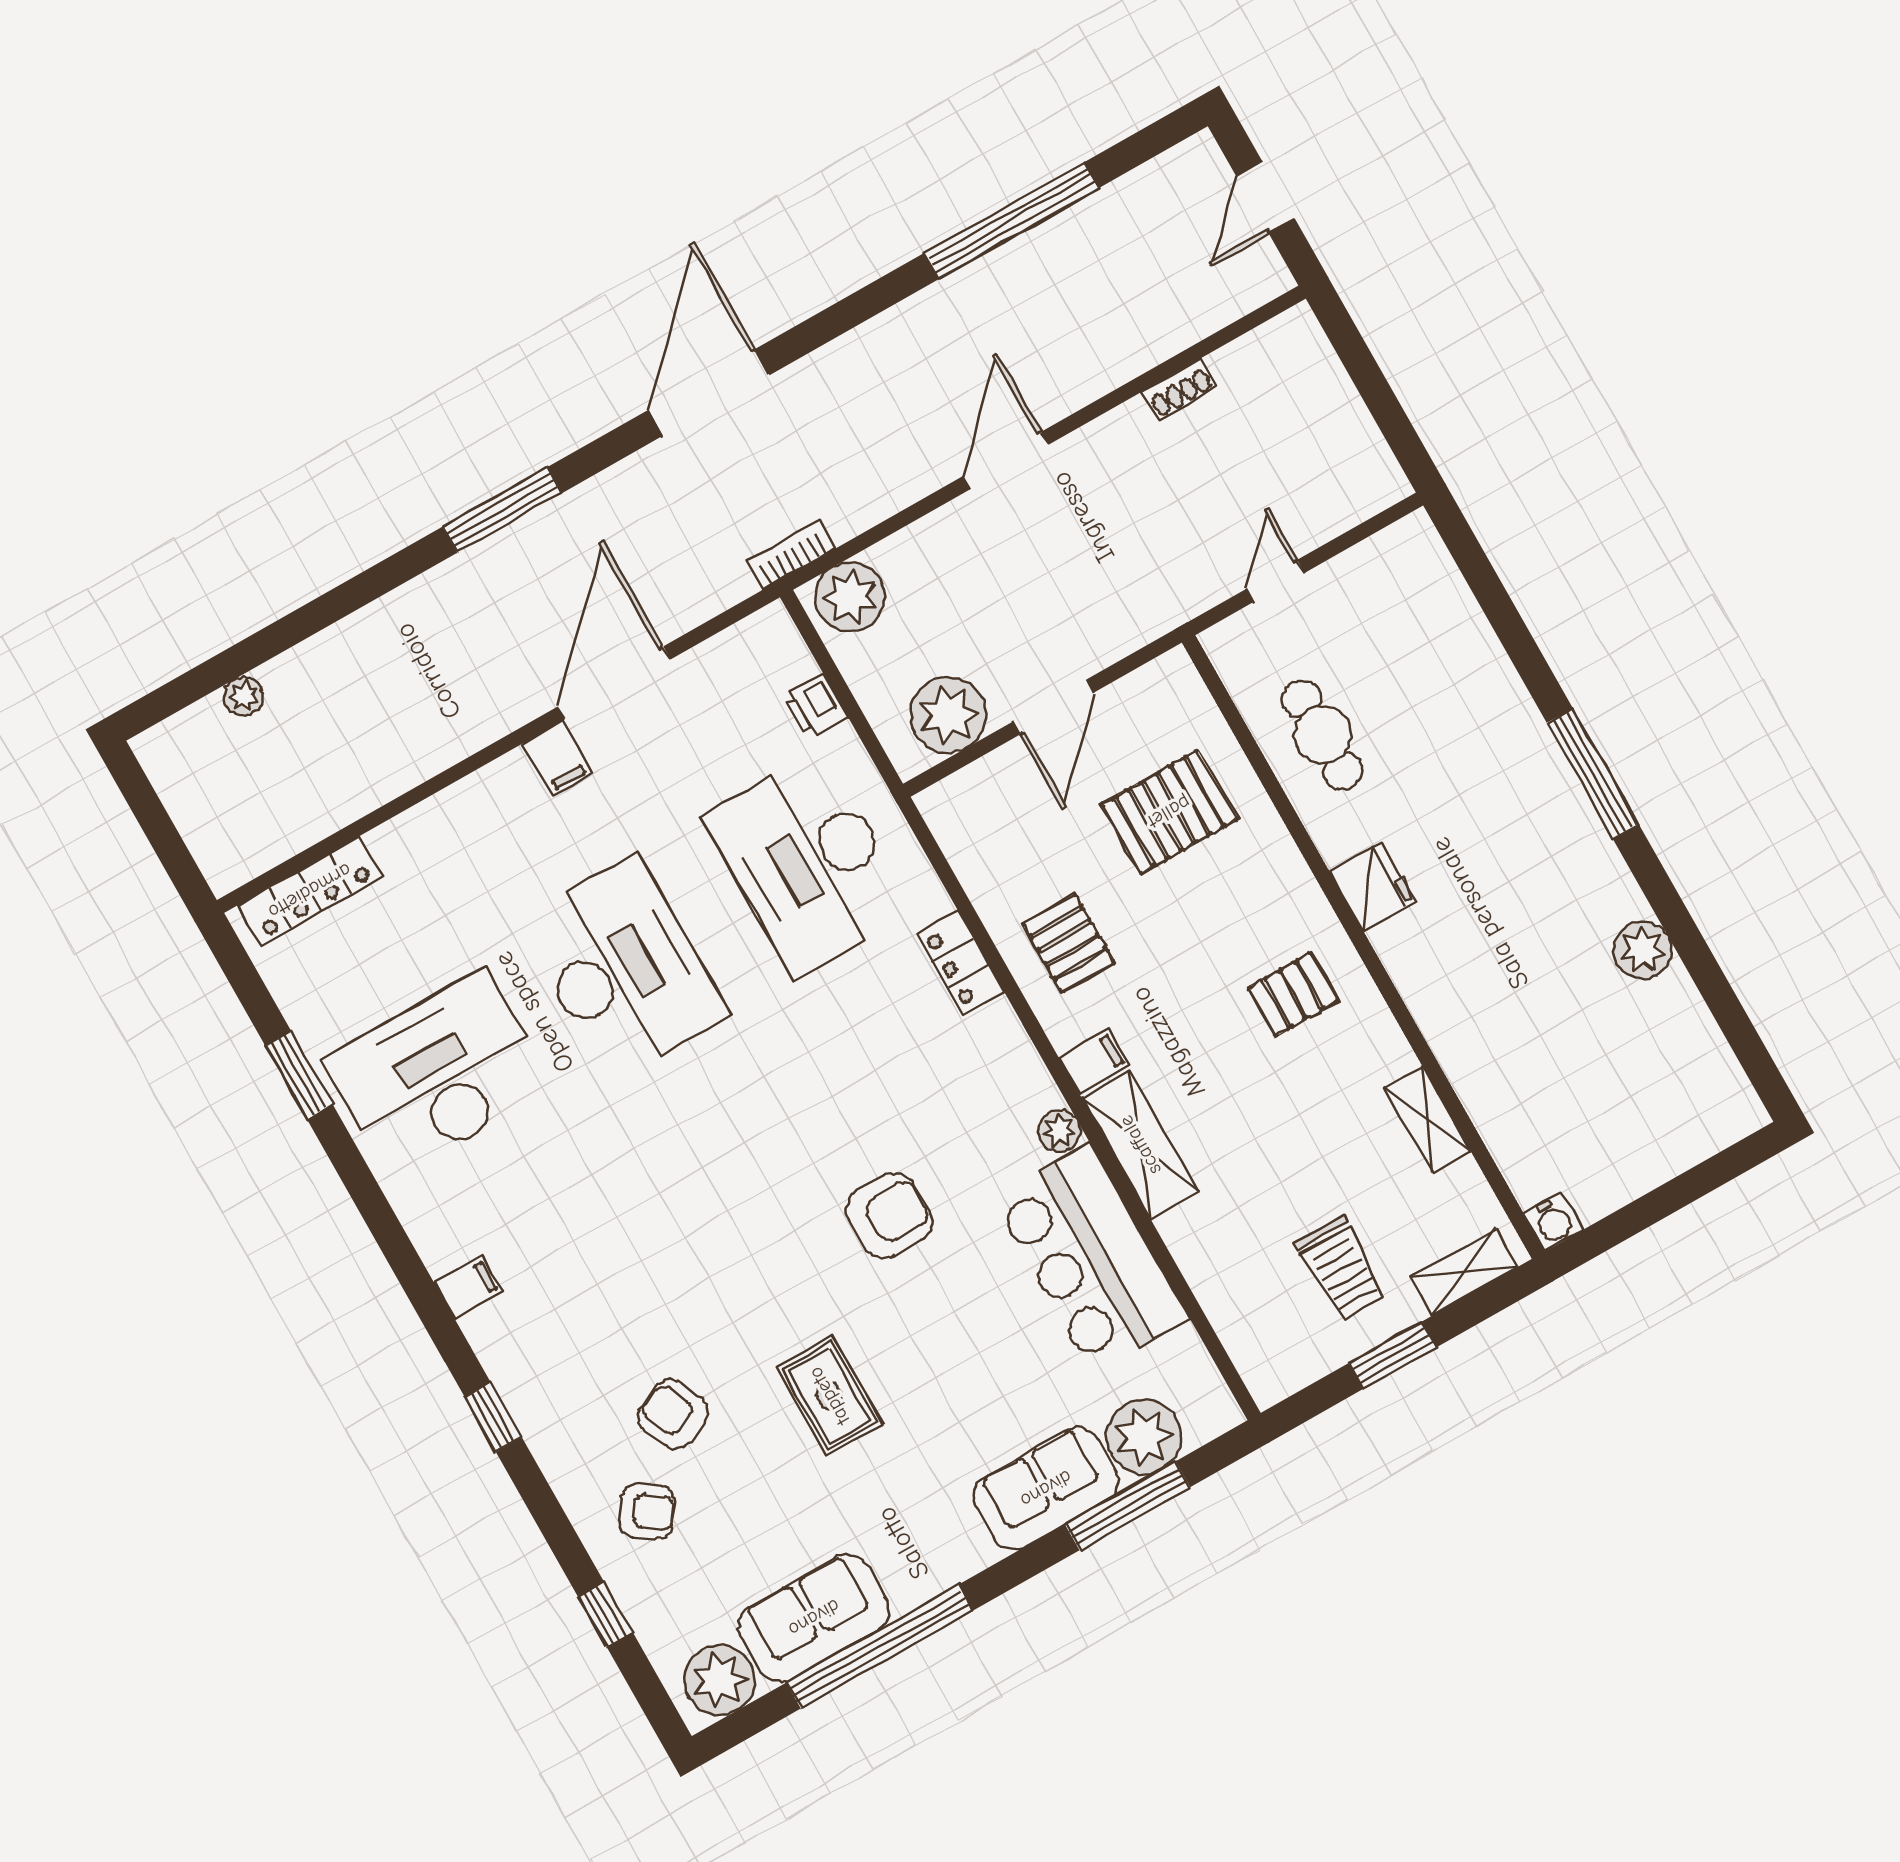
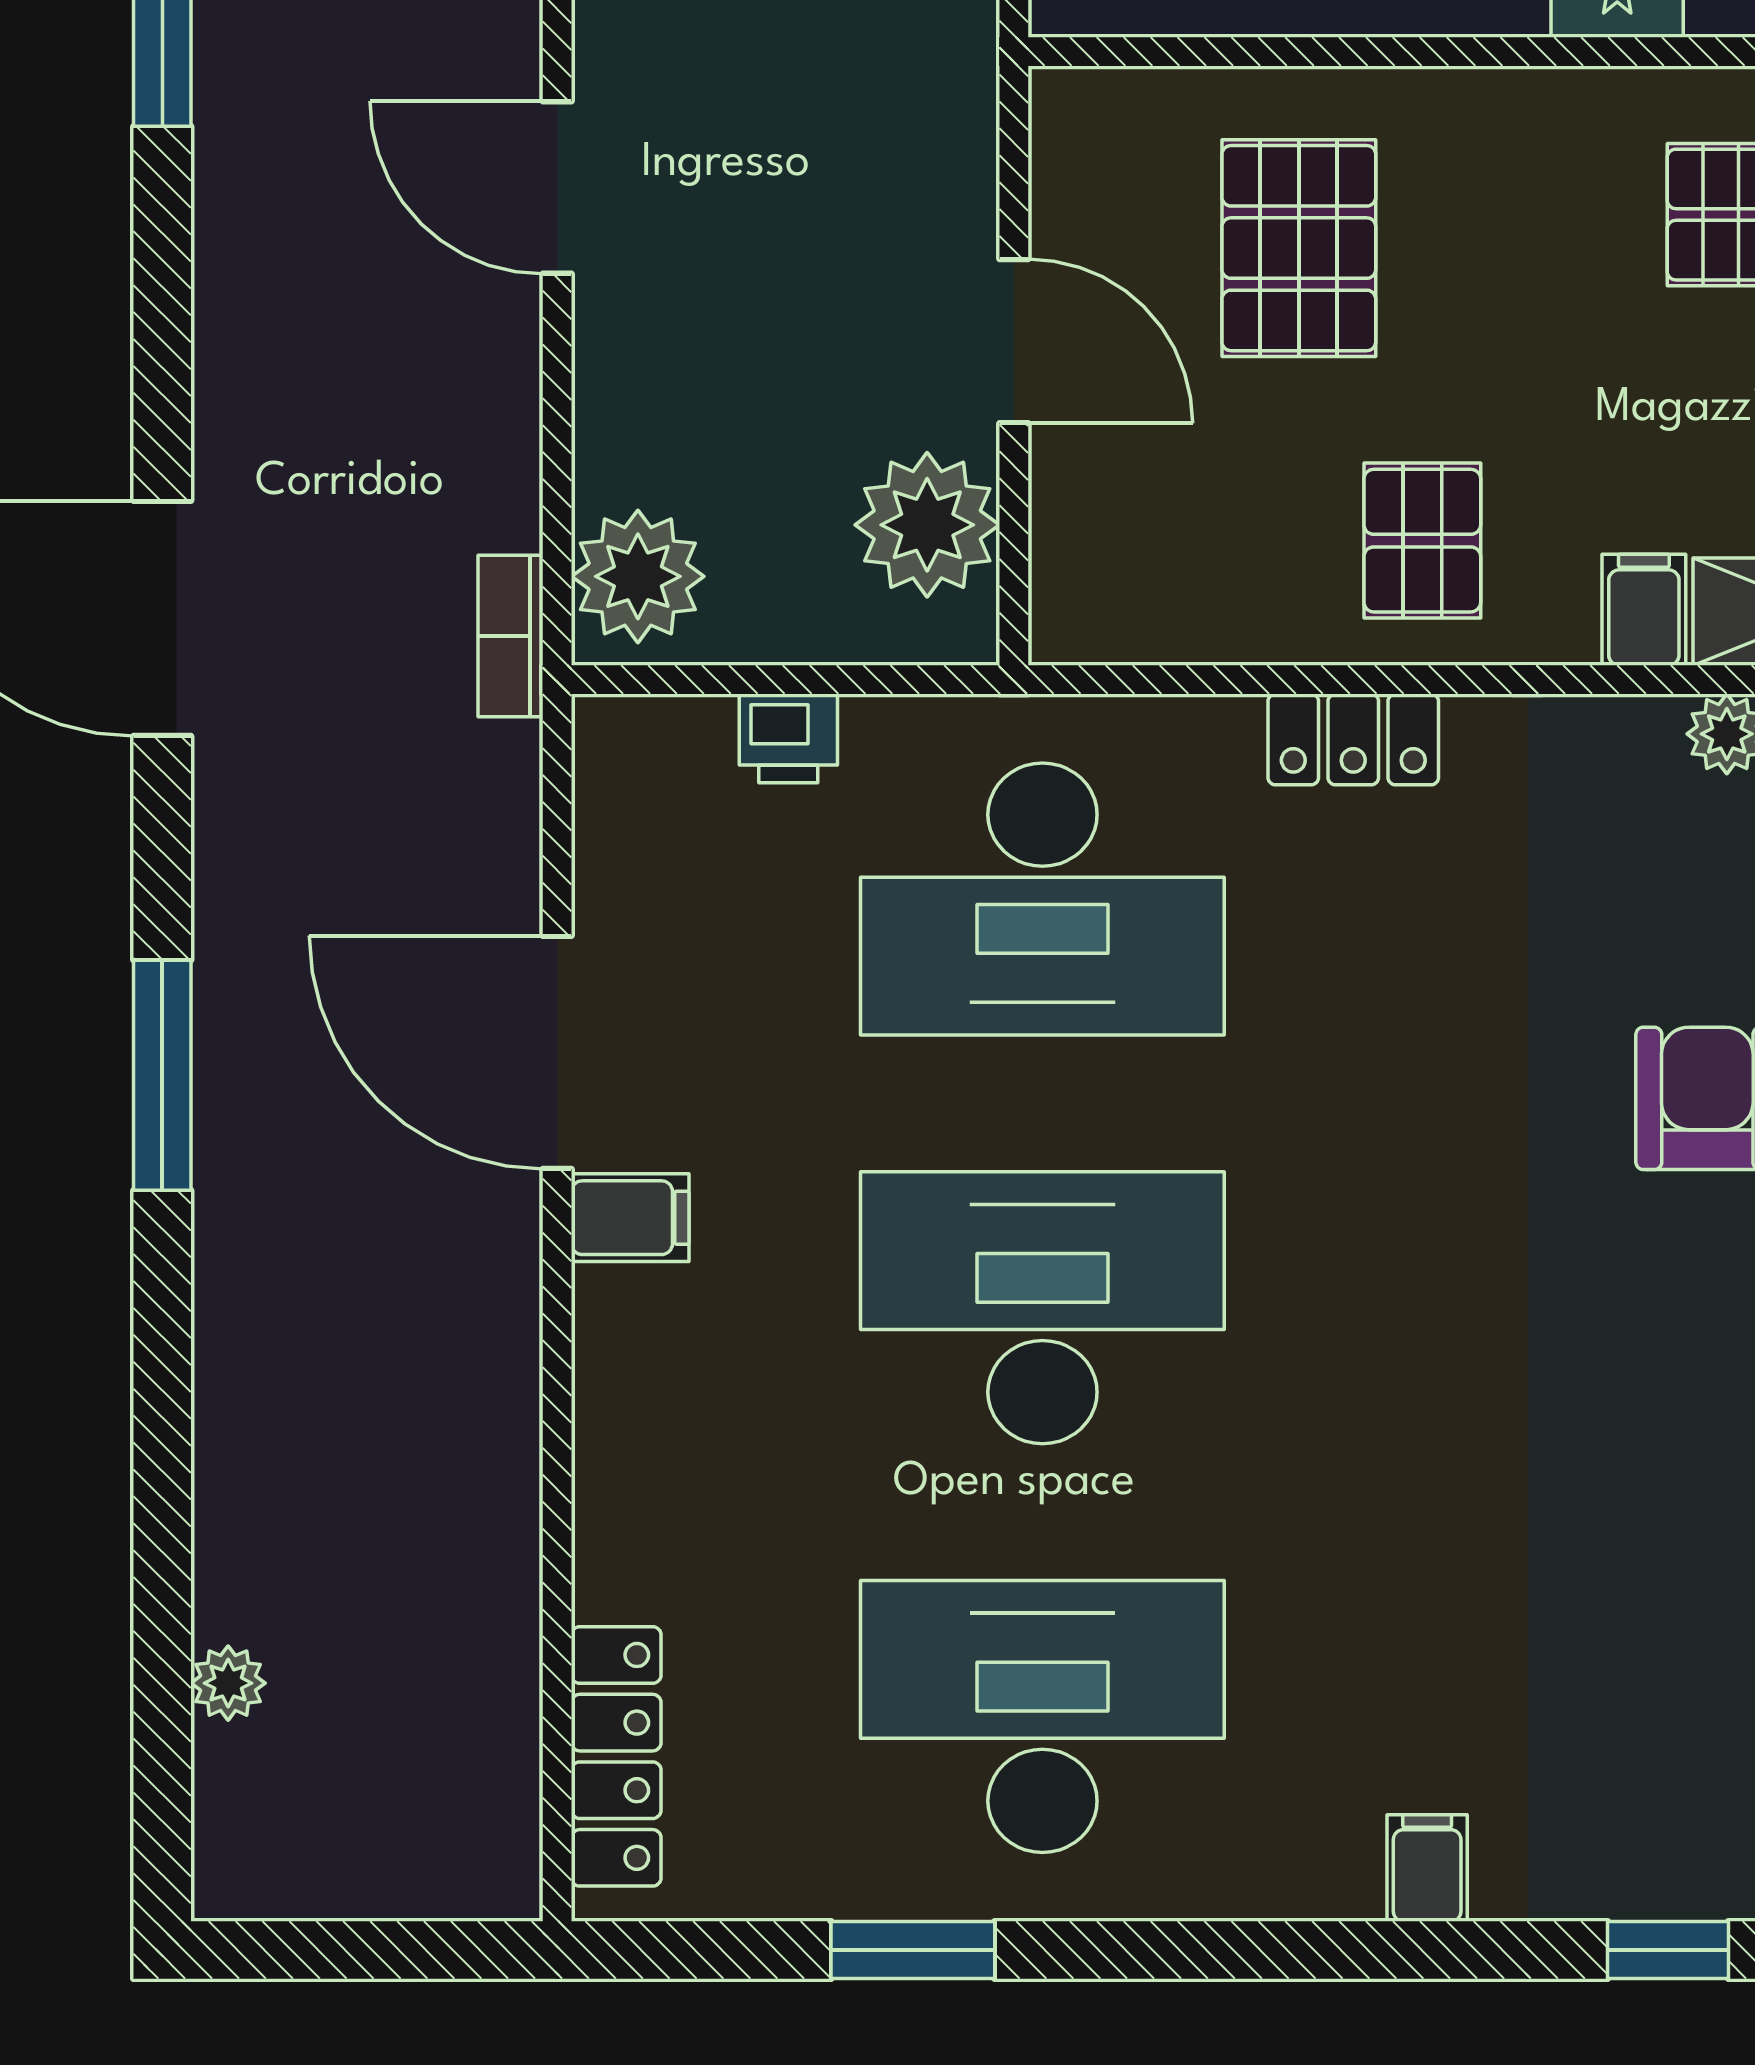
pallet: (1068, 943) -> (1422, 541), turned 90
desk: (438, 1074) -> (1042, 1717), turned 90

